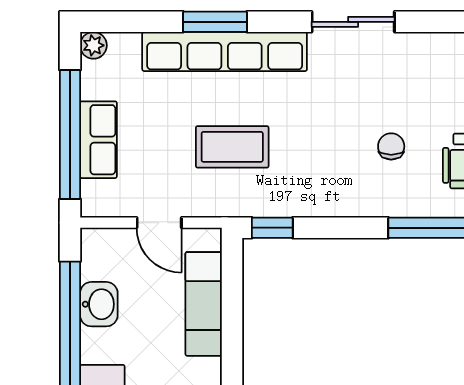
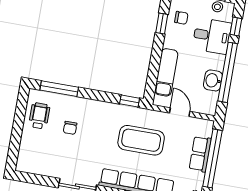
coffee table: (232, 147) -> (141, 140), width x1.36, depth x1.32

